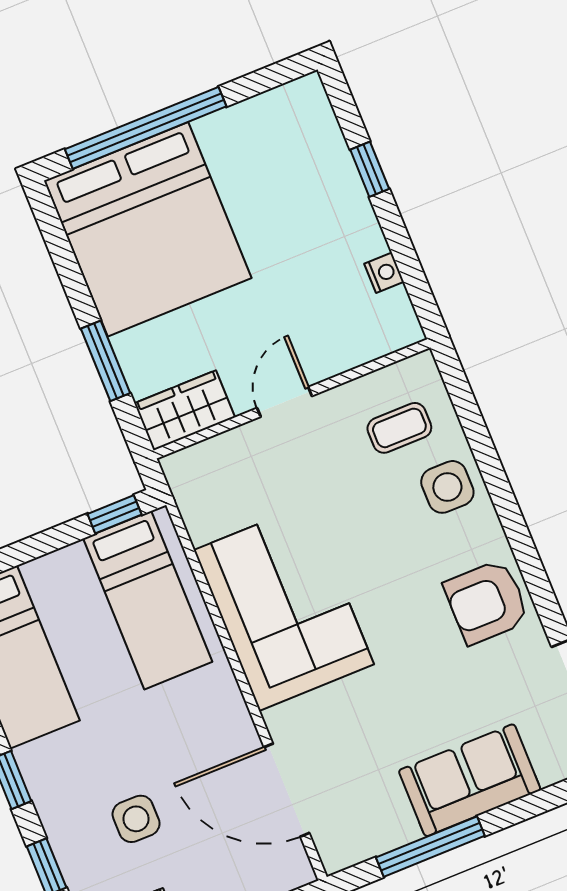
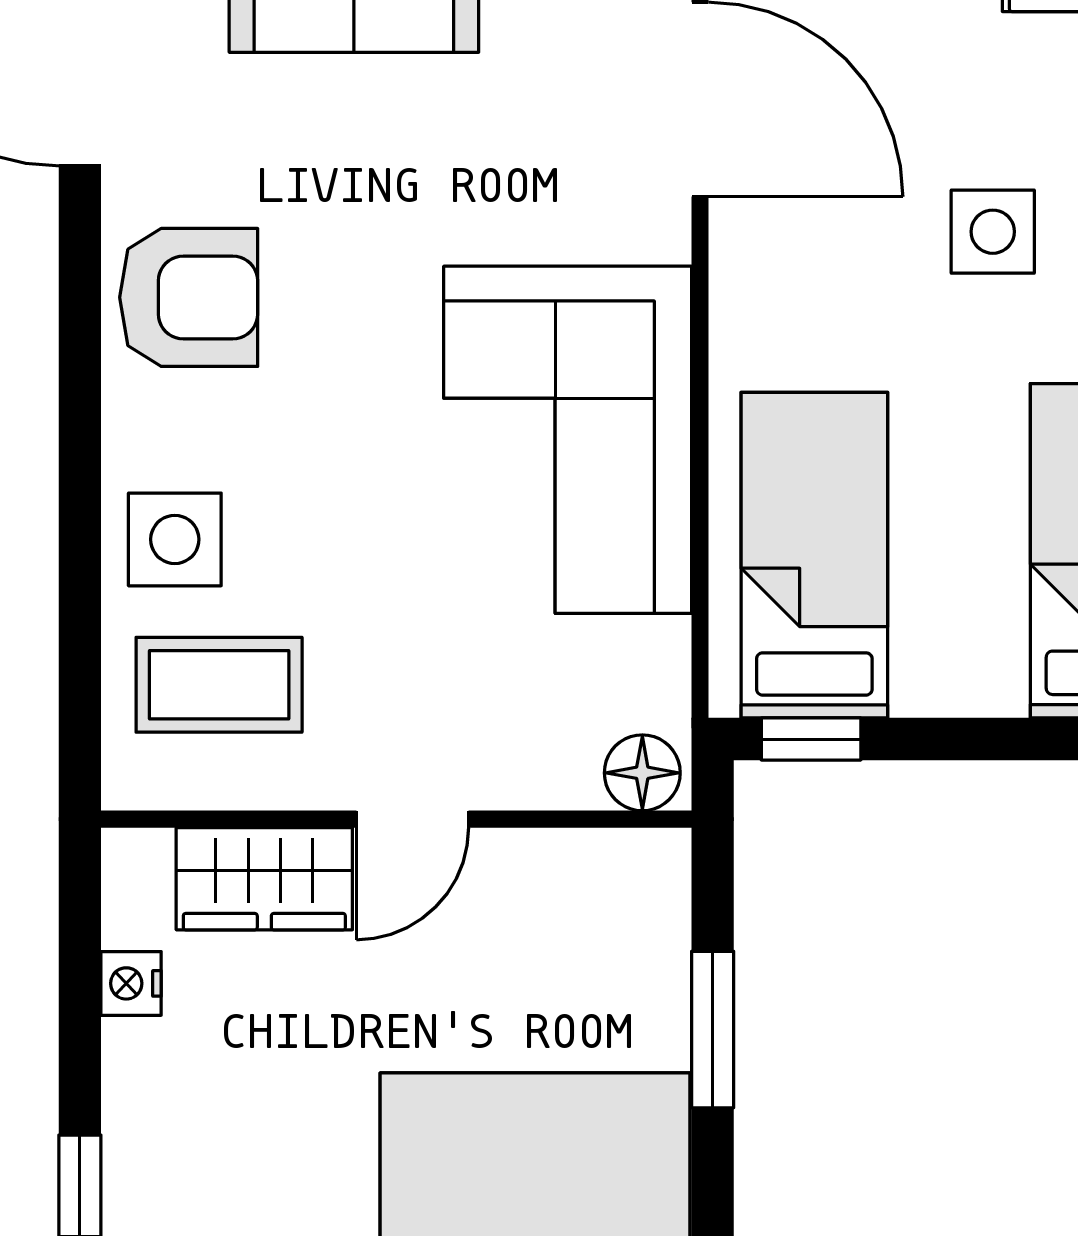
wardrobe: (185, 410) -> (264, 879), moved
coffee table: (399, 428) -> (219, 685), width x1.36, depth x1.30
floor lamp: (187, 467) -> (642, 773), added
side table: (136, 819) -> (993, 232), moved

